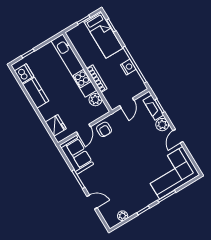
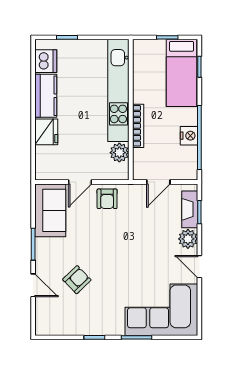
fridge: (56, 125) -> (46, 132), moved
door: (178, 136) -> (199, 267), hinge flipped
armchair: (114, 184) -> (77, 280), added
plant: (123, 216) -> (63, 328), removed

